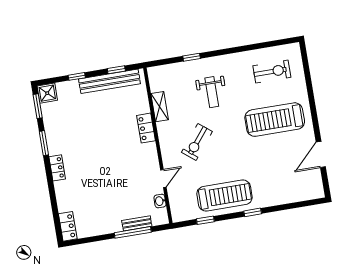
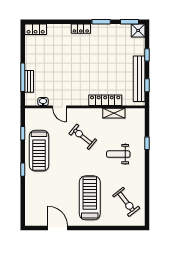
exercise bike: (272, 71) -> (126, 202), turned -38
locker: (146, 128) -> (105, 100), width x1.53

